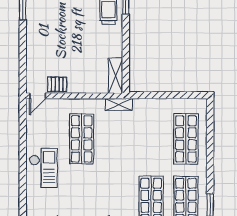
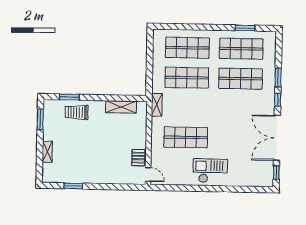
shelving: (116, 76) -> (121, 107), moved
shop shelf: (151, 139) -> (187, 78), added

